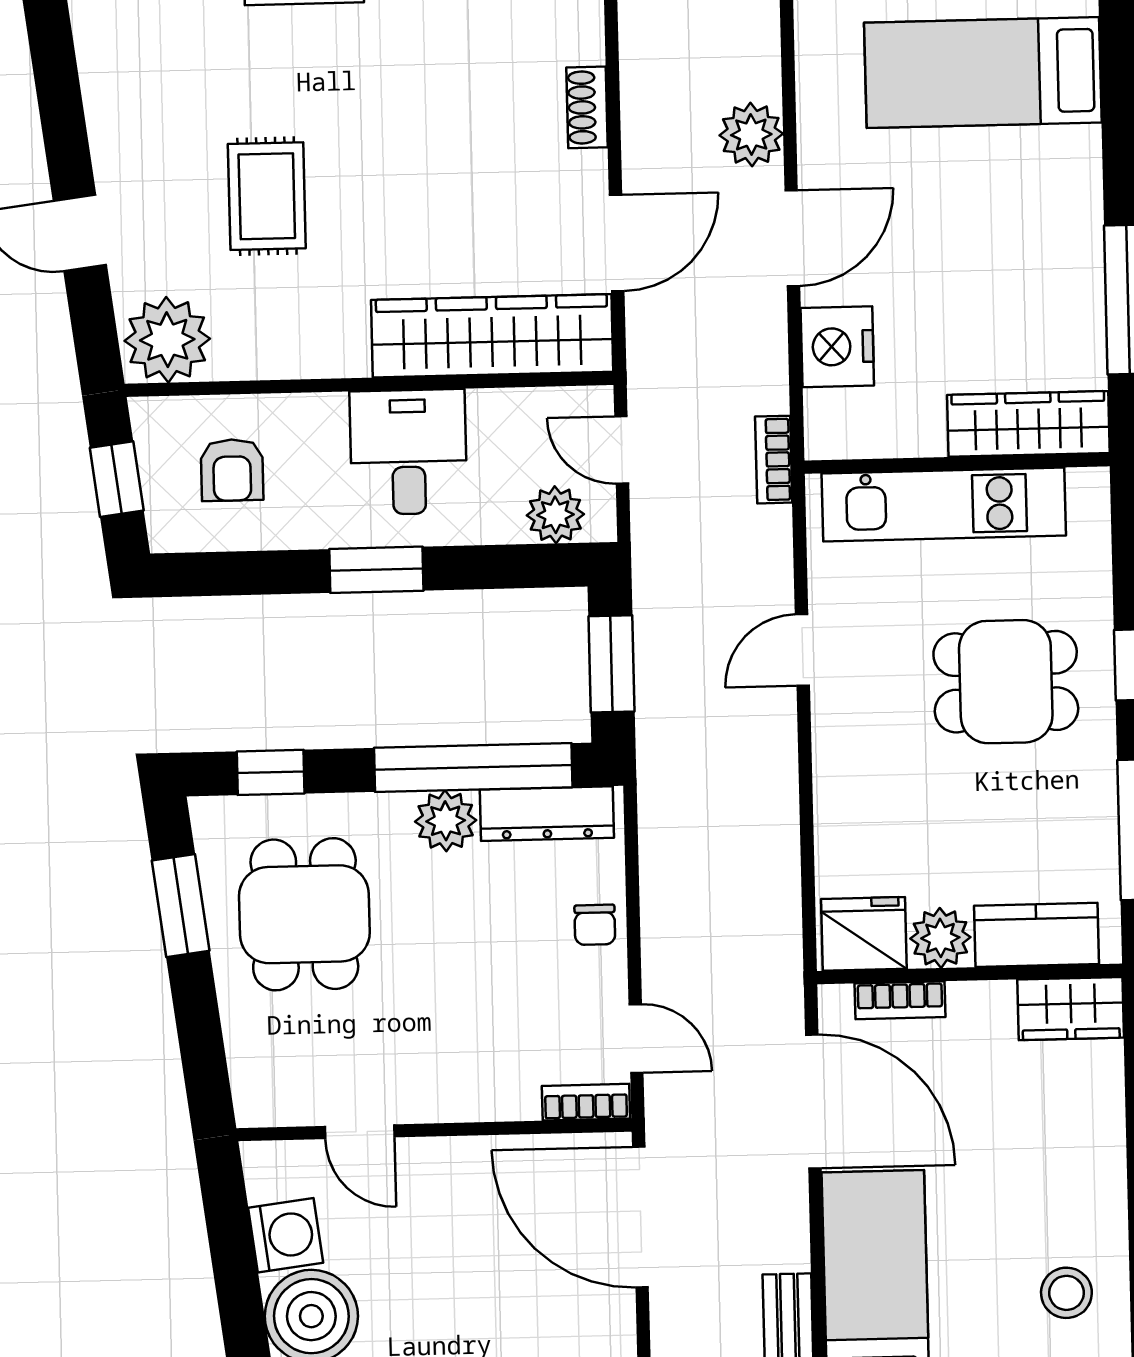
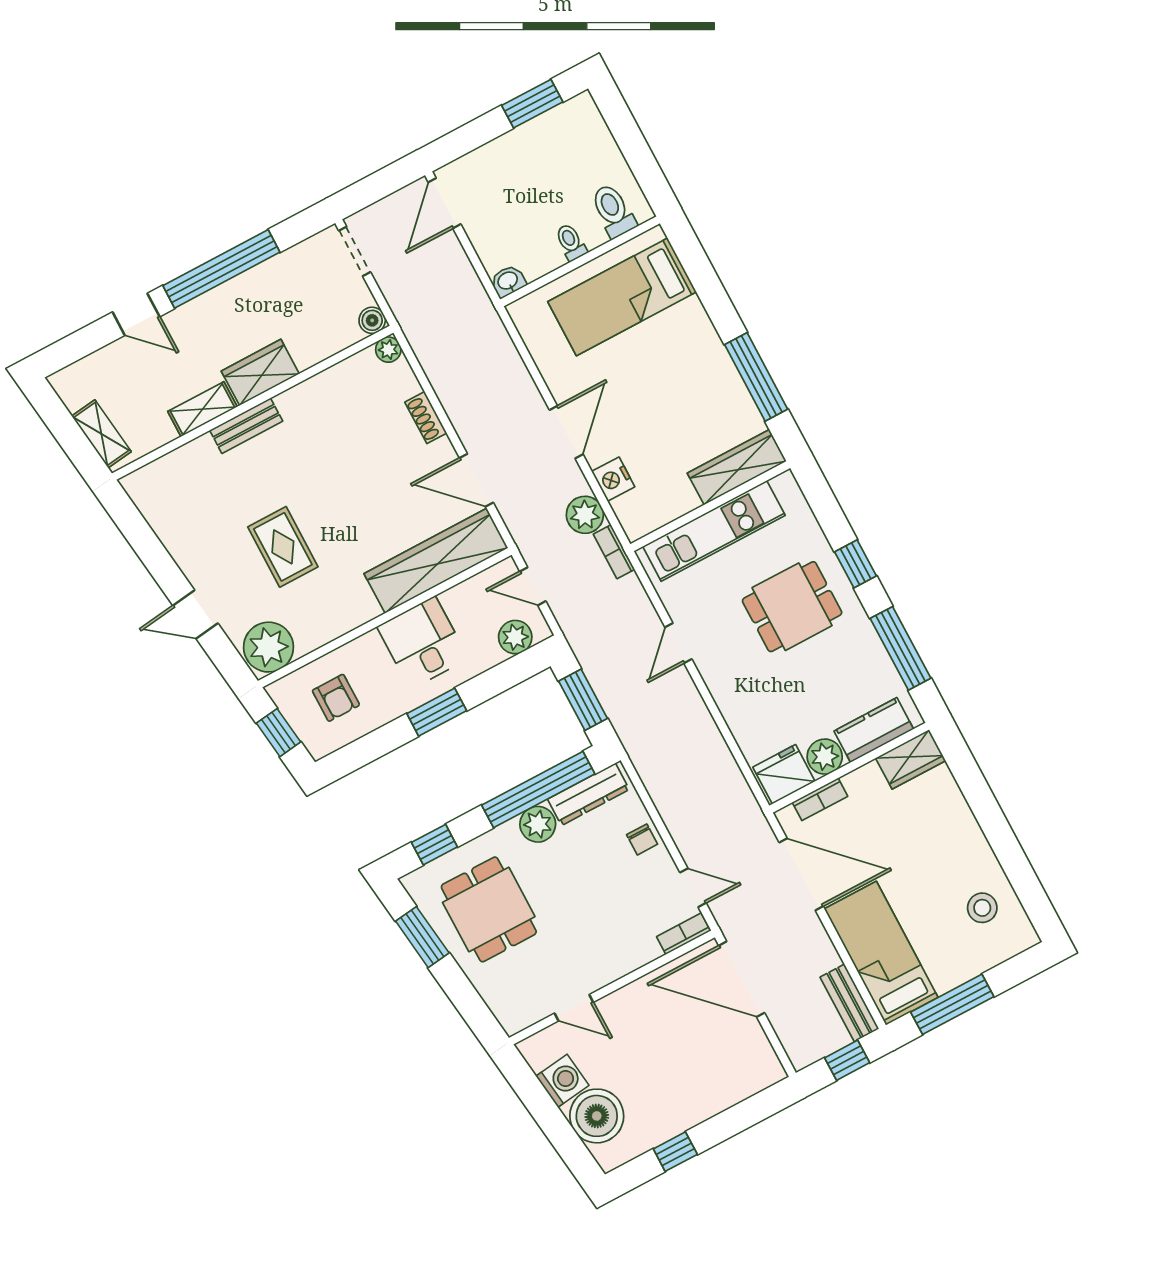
plant: (751, 135) -> (585, 515), moved
door: (617, 243) -> (476, 480), swing flipped
nightstand: (837, 347) -> (613, 479), width x0.74, depth x0.75

